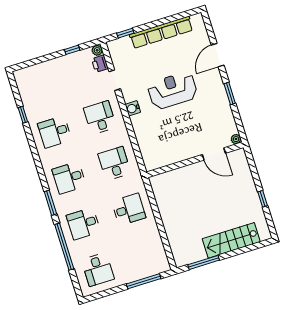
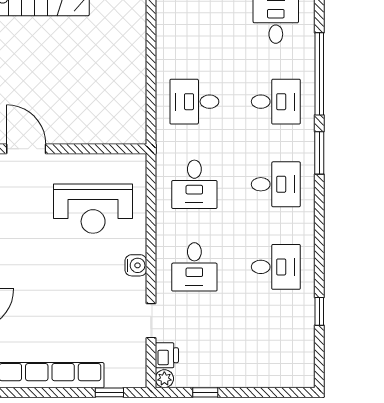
reception desk: (173, 90) -> (93, 209), moved

